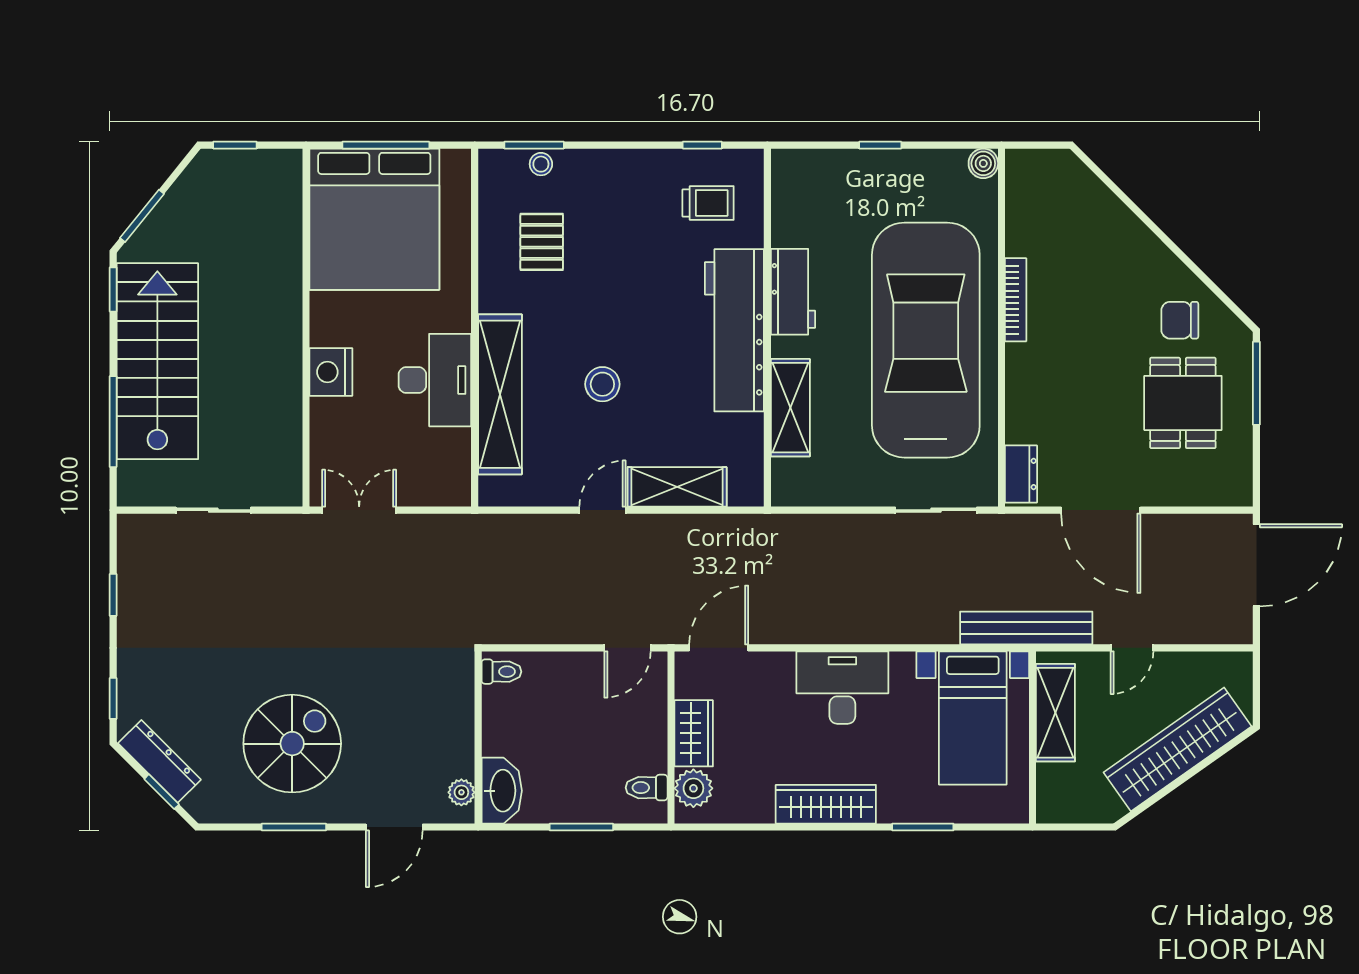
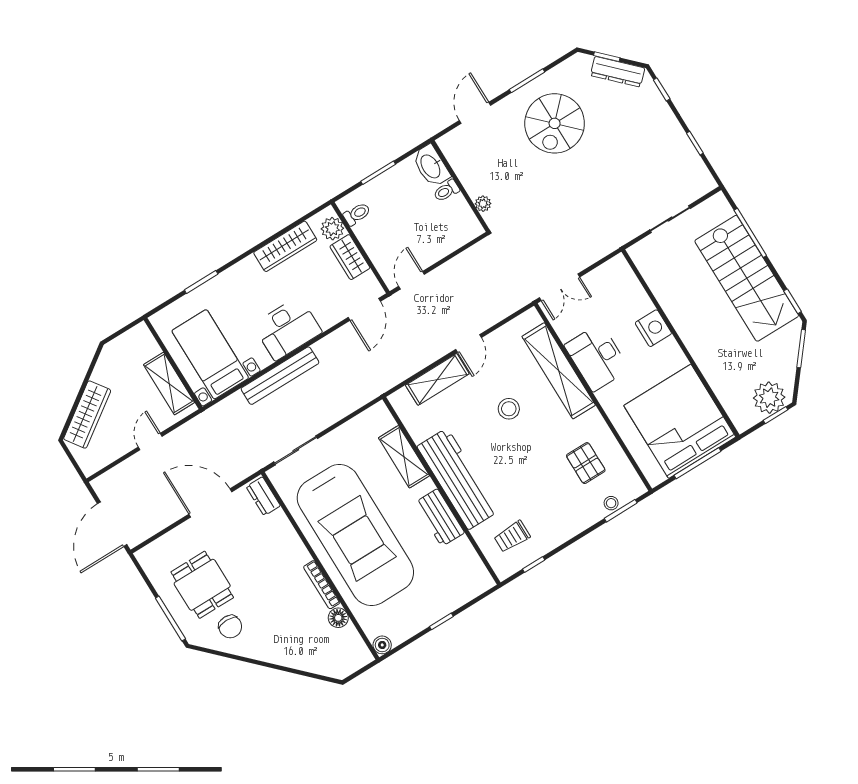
plant: (229, 175) -> (769, 398), added
floor lamp: (1021, 239) -> (338, 618), added
chair: (1180, 320) -> (230, 627), turned 90
double door: (359, 510) -> (559, 287), moved
bench: (1026, 628) -> (280, 376), moved
toilet: (501, 672) -> (446, 191), moved
wardrobe: (1177, 749) -> (87, 415), width x0.71, depth x0.85
plant: (461, 792) -> (483, 204), moved
wardrobe: (826, 804) -> (285, 246), moved

